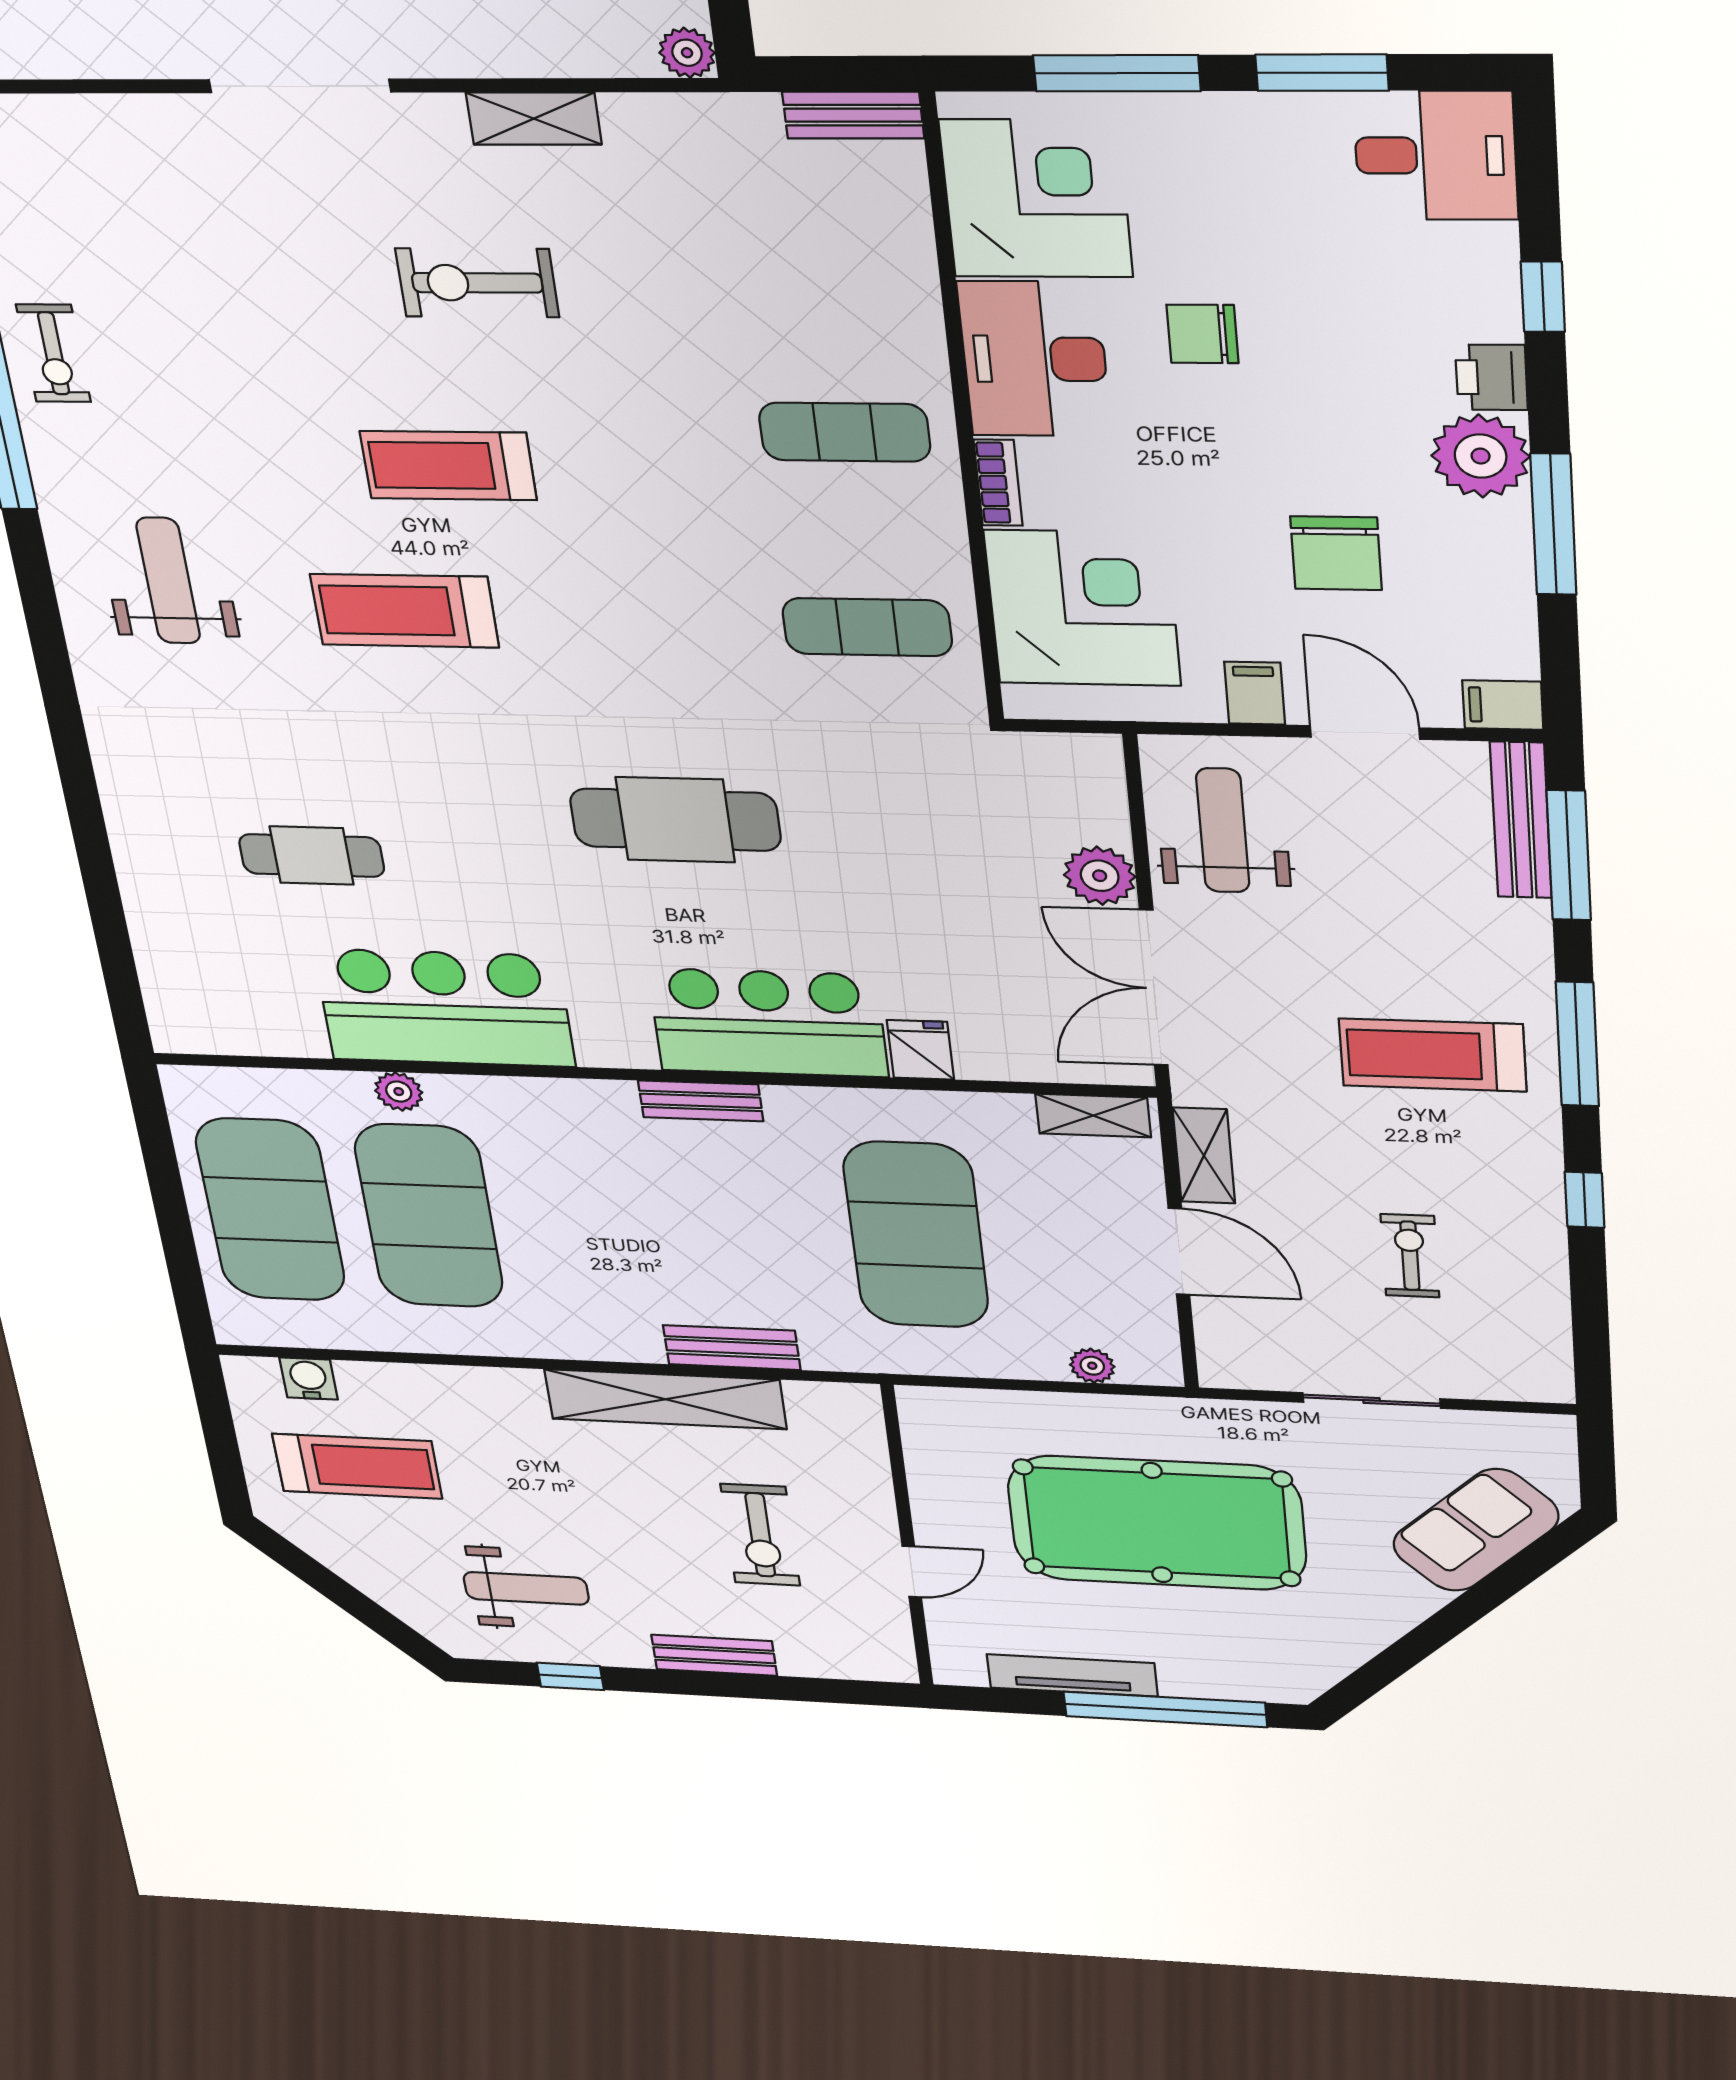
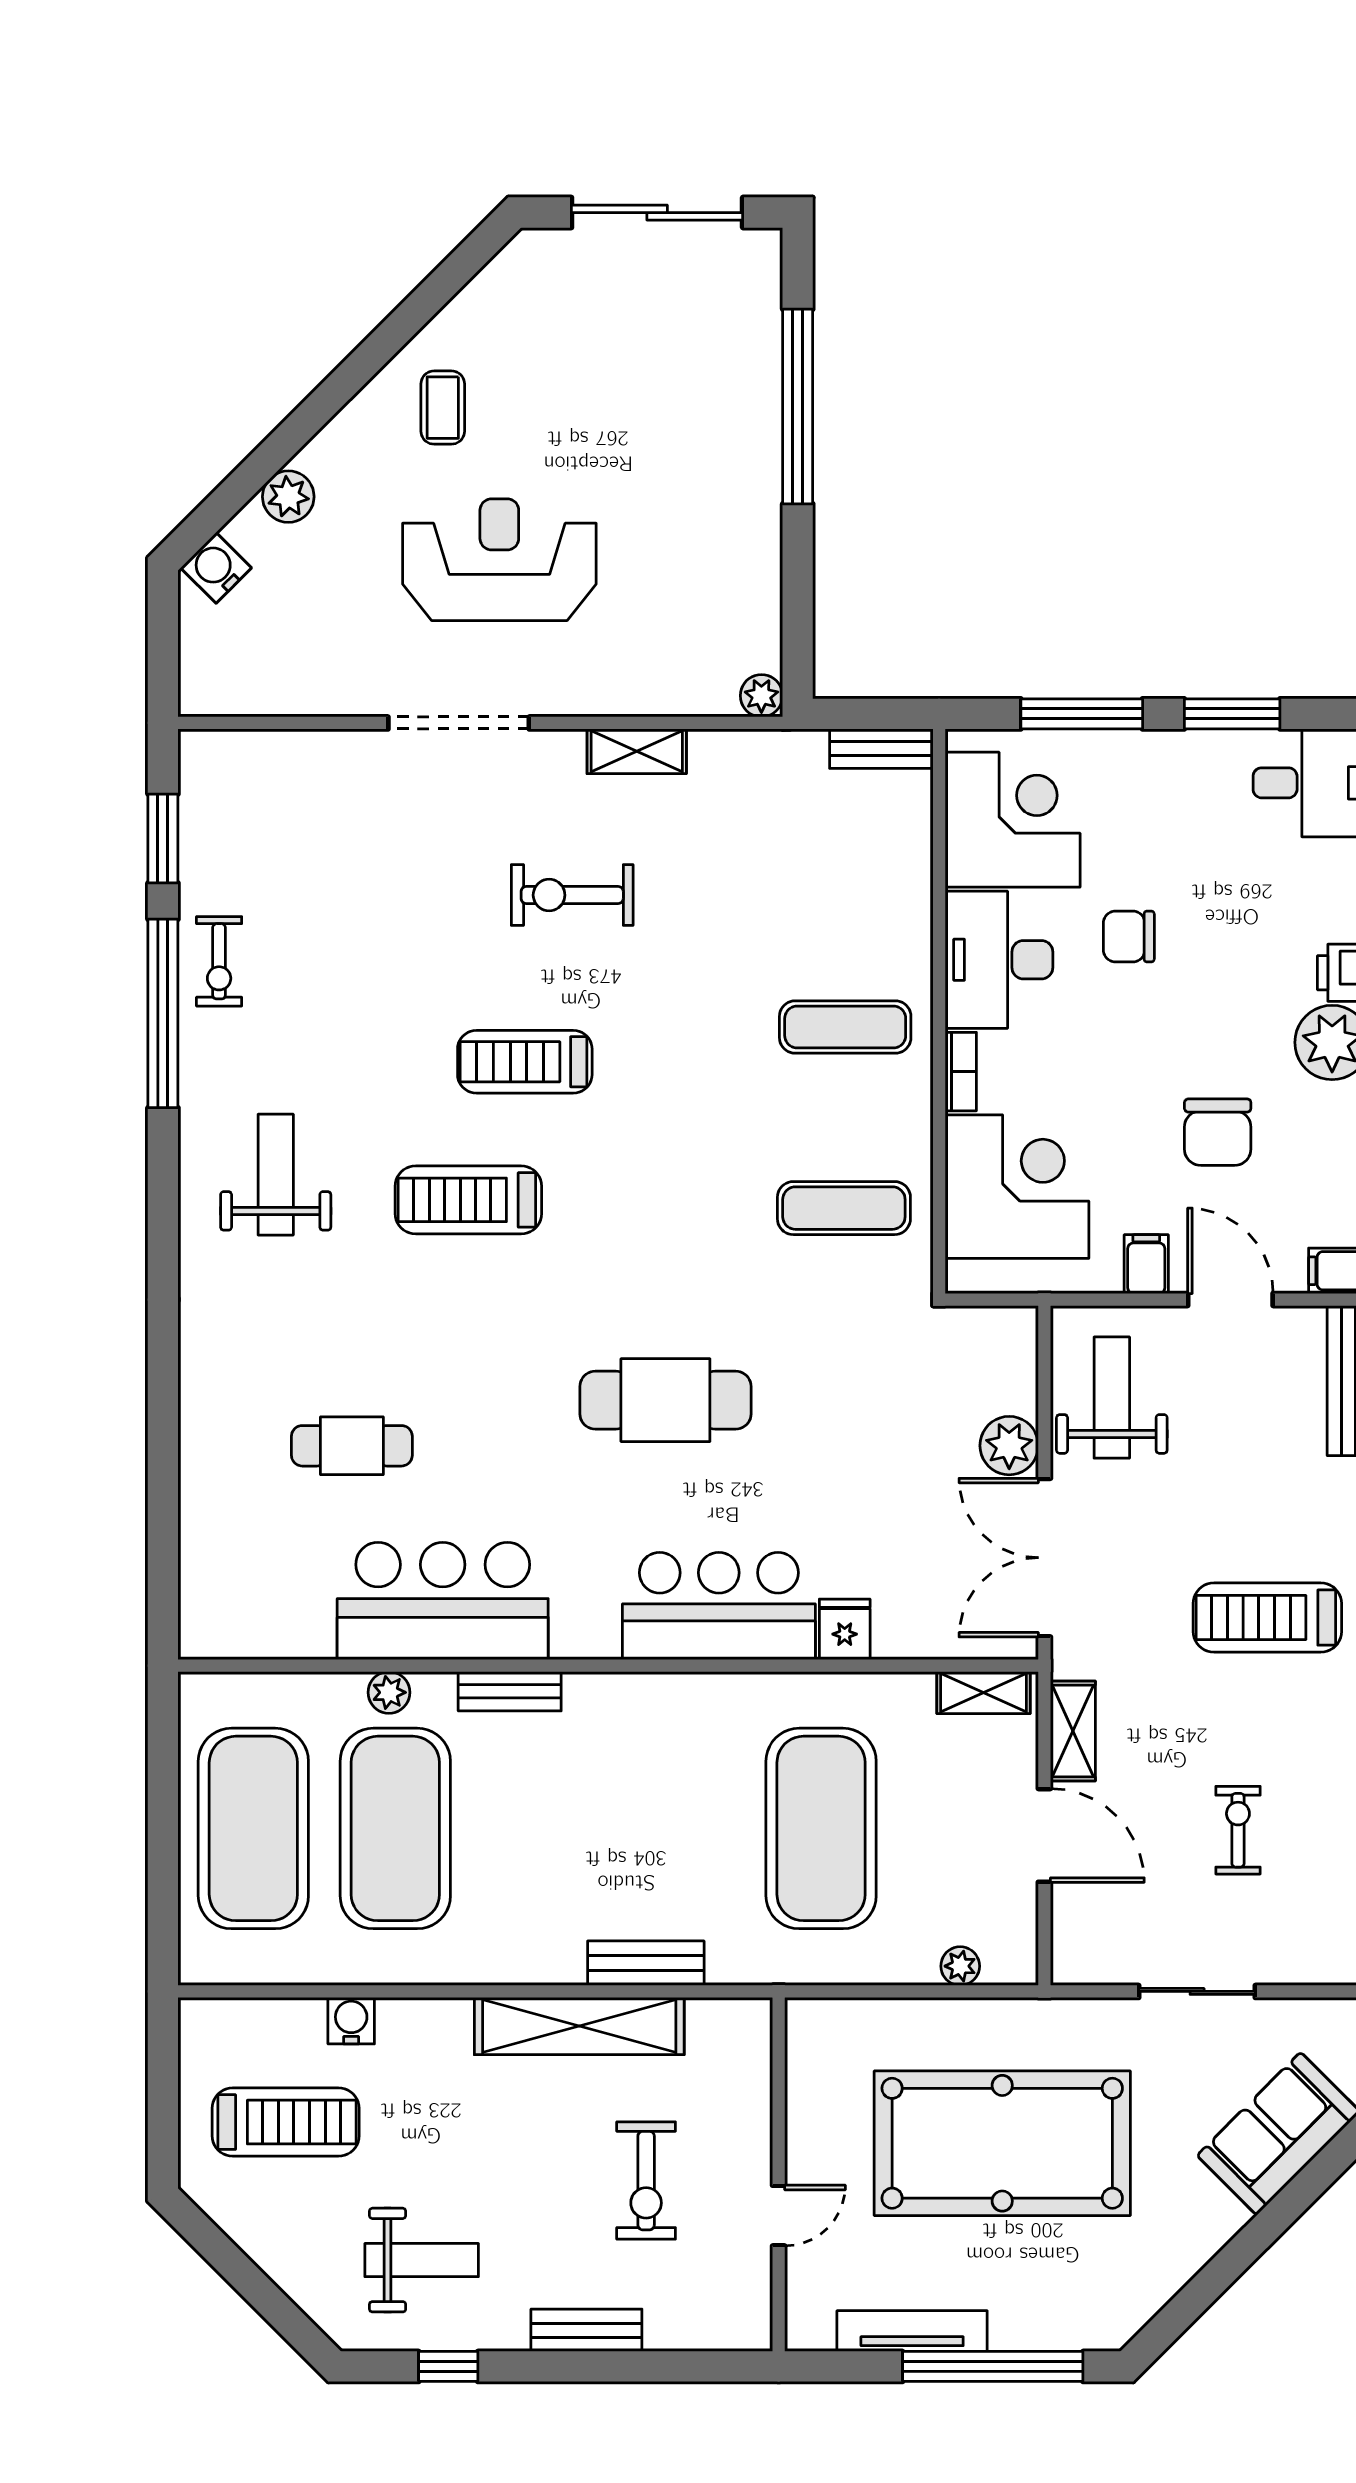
bench: (701, 1101) -> (510, 1691), moved
water cooler: (309, 1379) -> (351, 2021), moved

